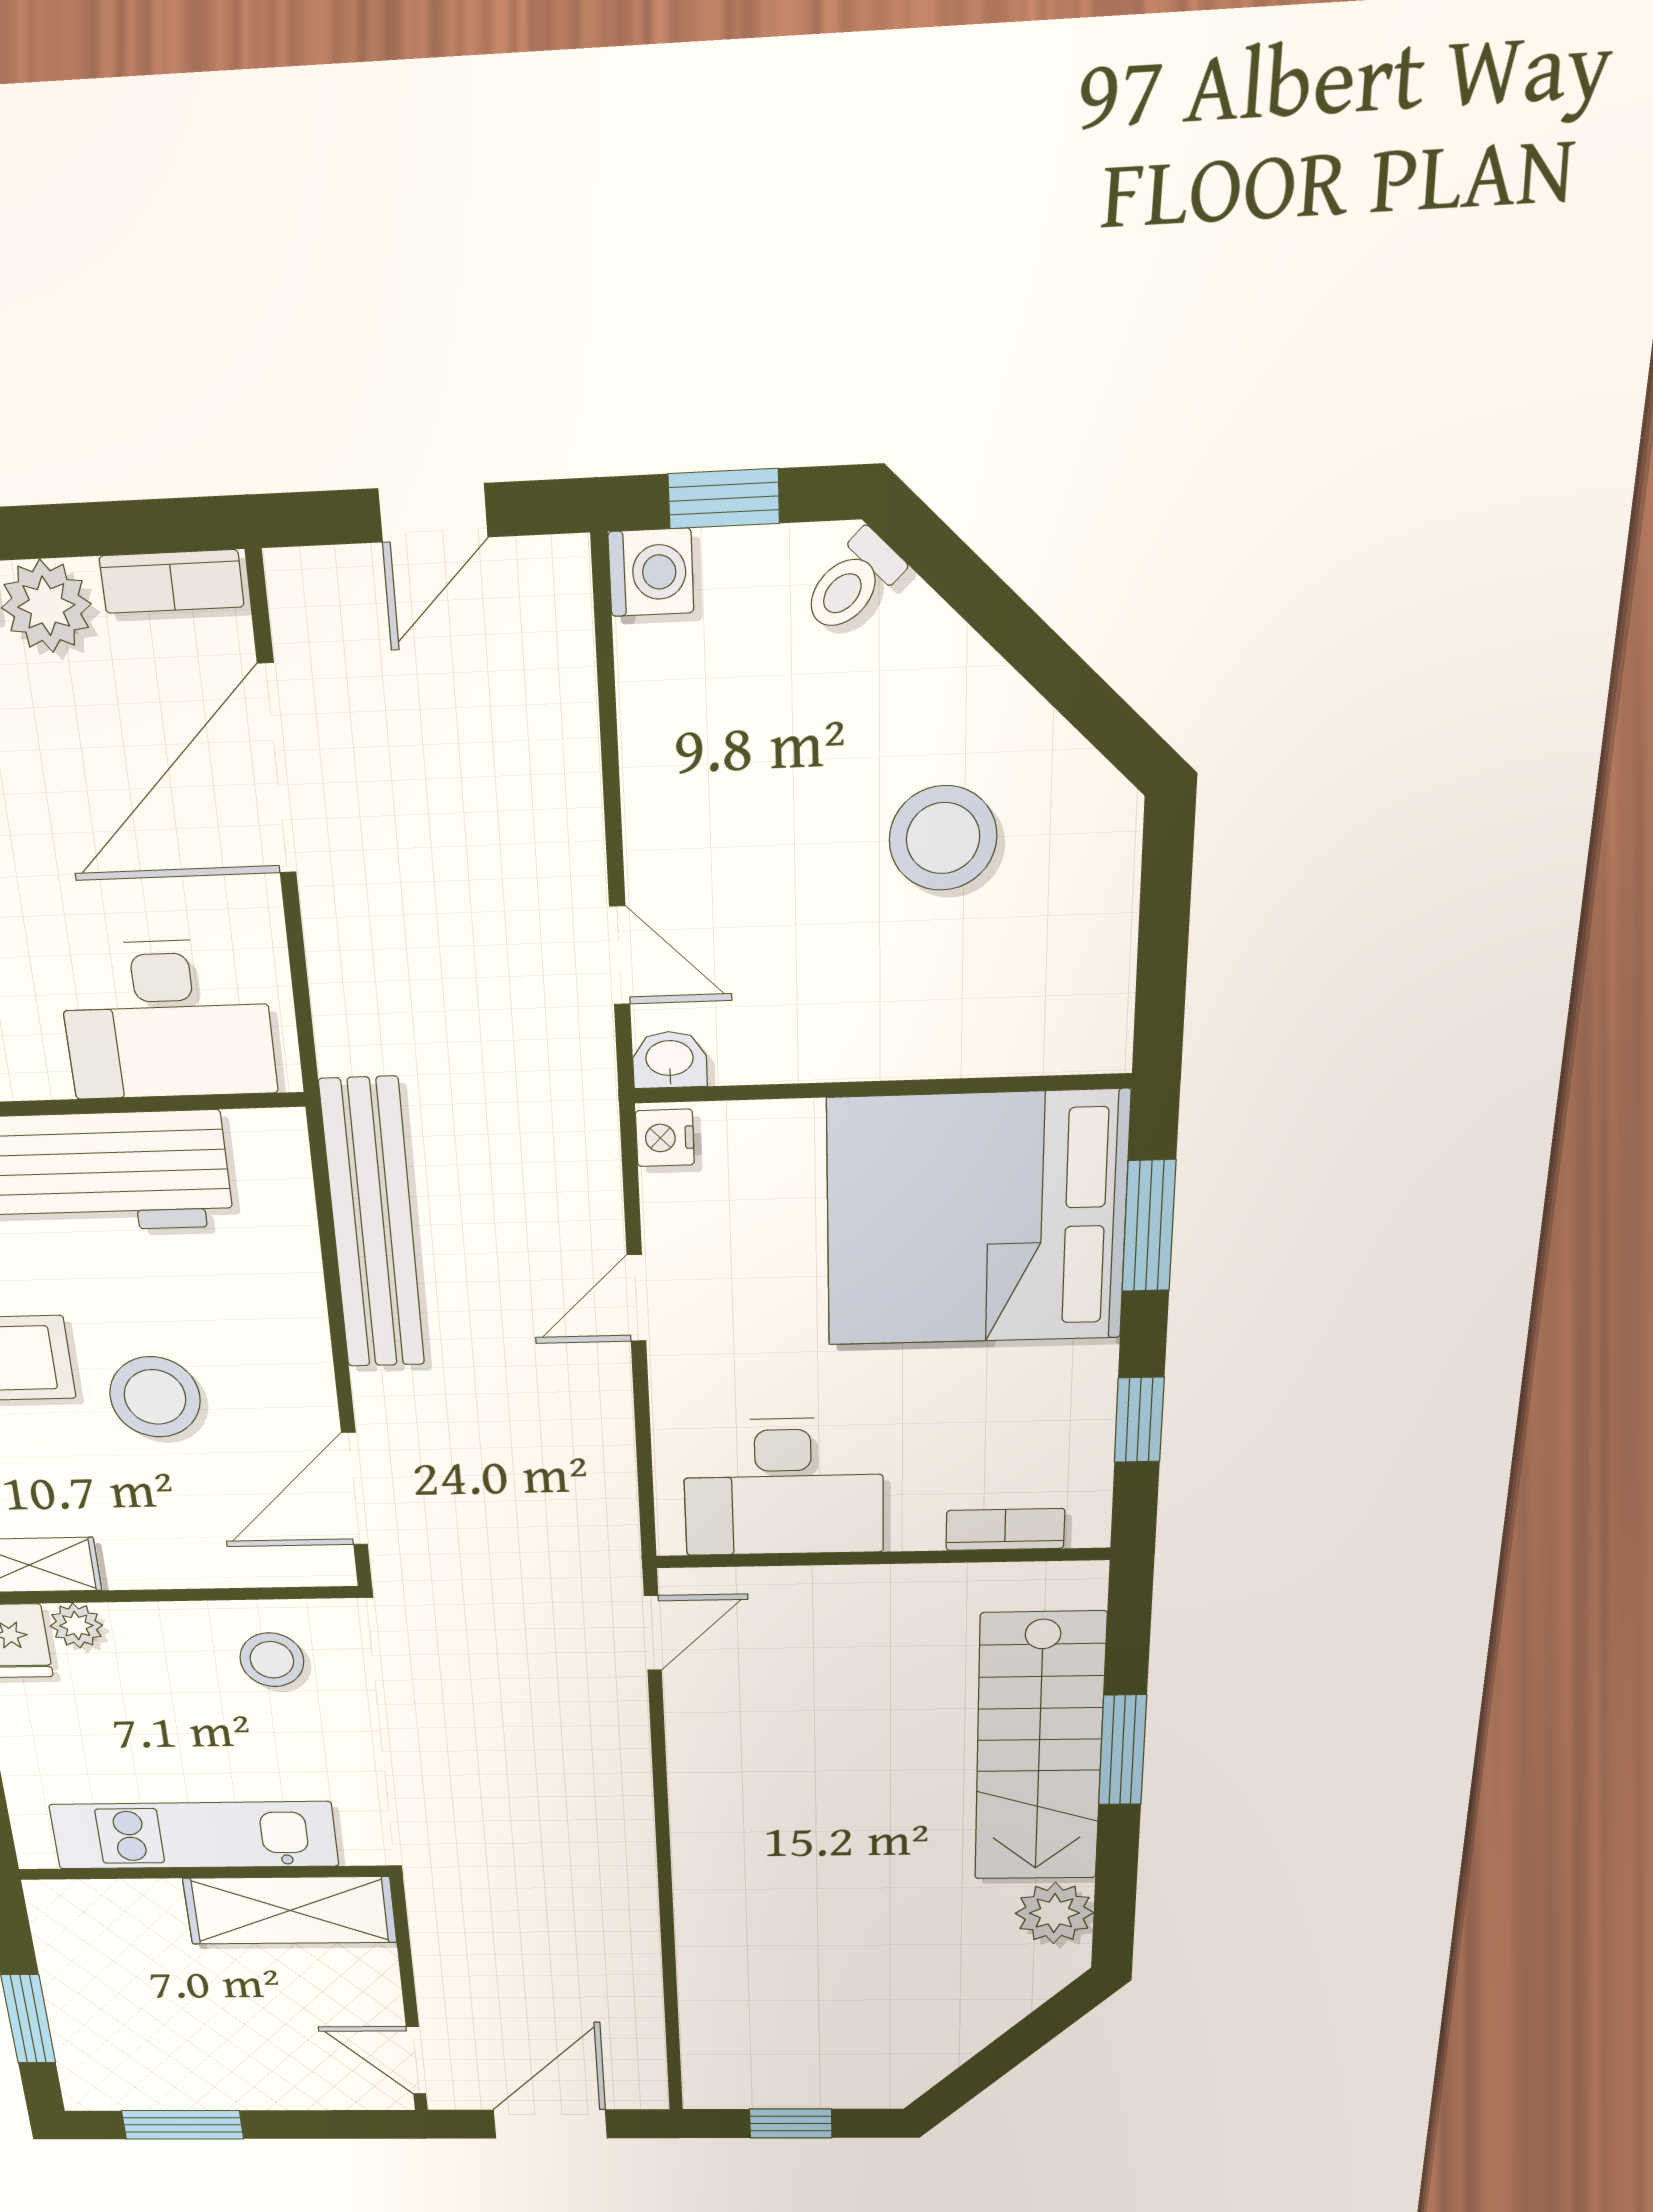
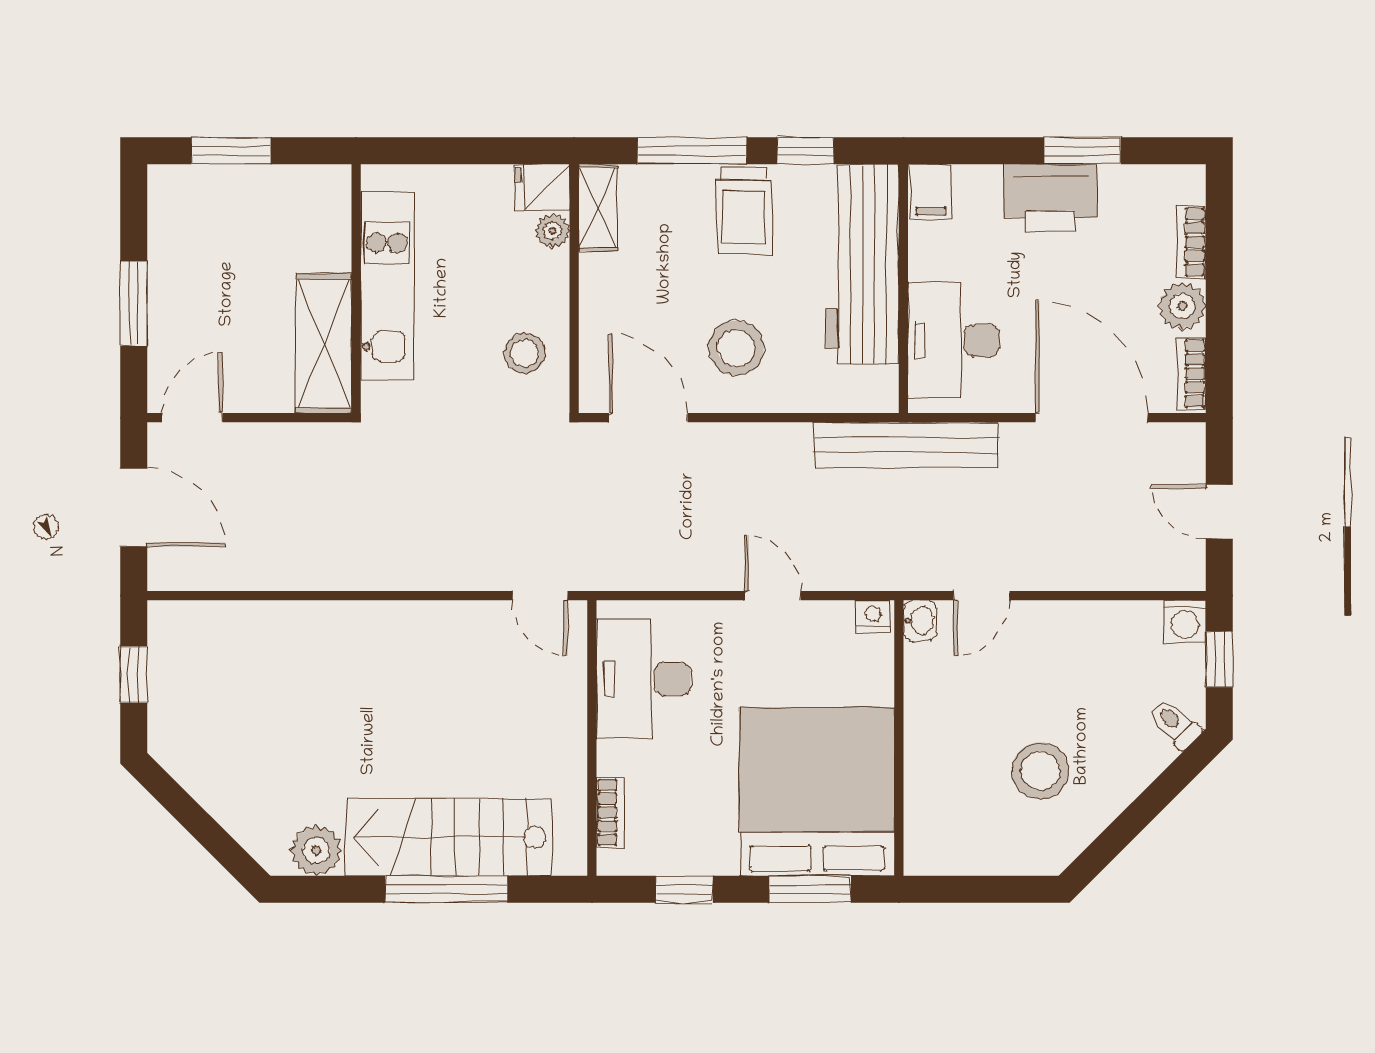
bench: (373, 1225) -> (906, 445), moved
stool: (155, 1397) -> (736, 348), moved
window: (1123, 1750) -> (446, 889), width x1.44
window: (183, 2125) -> (134, 304), moved

